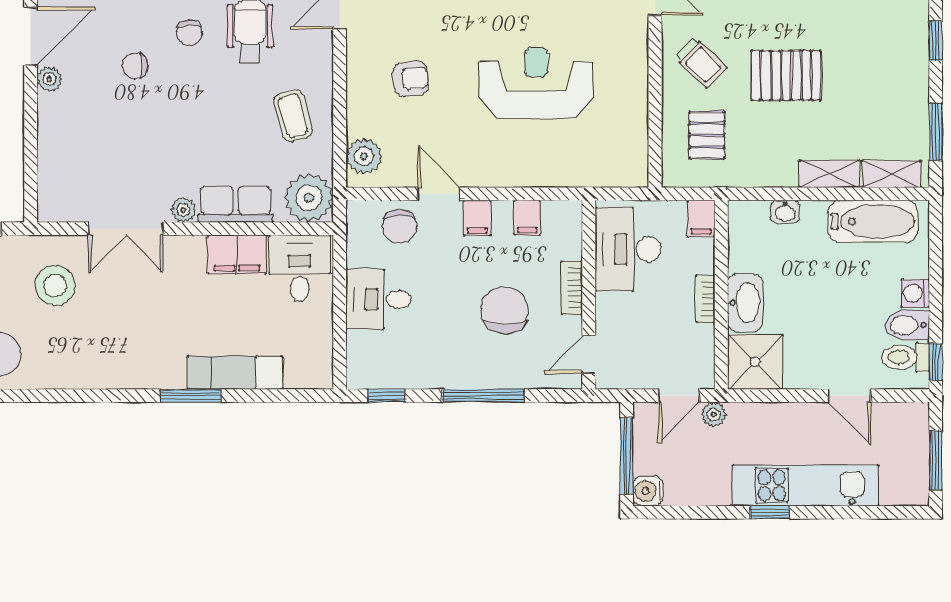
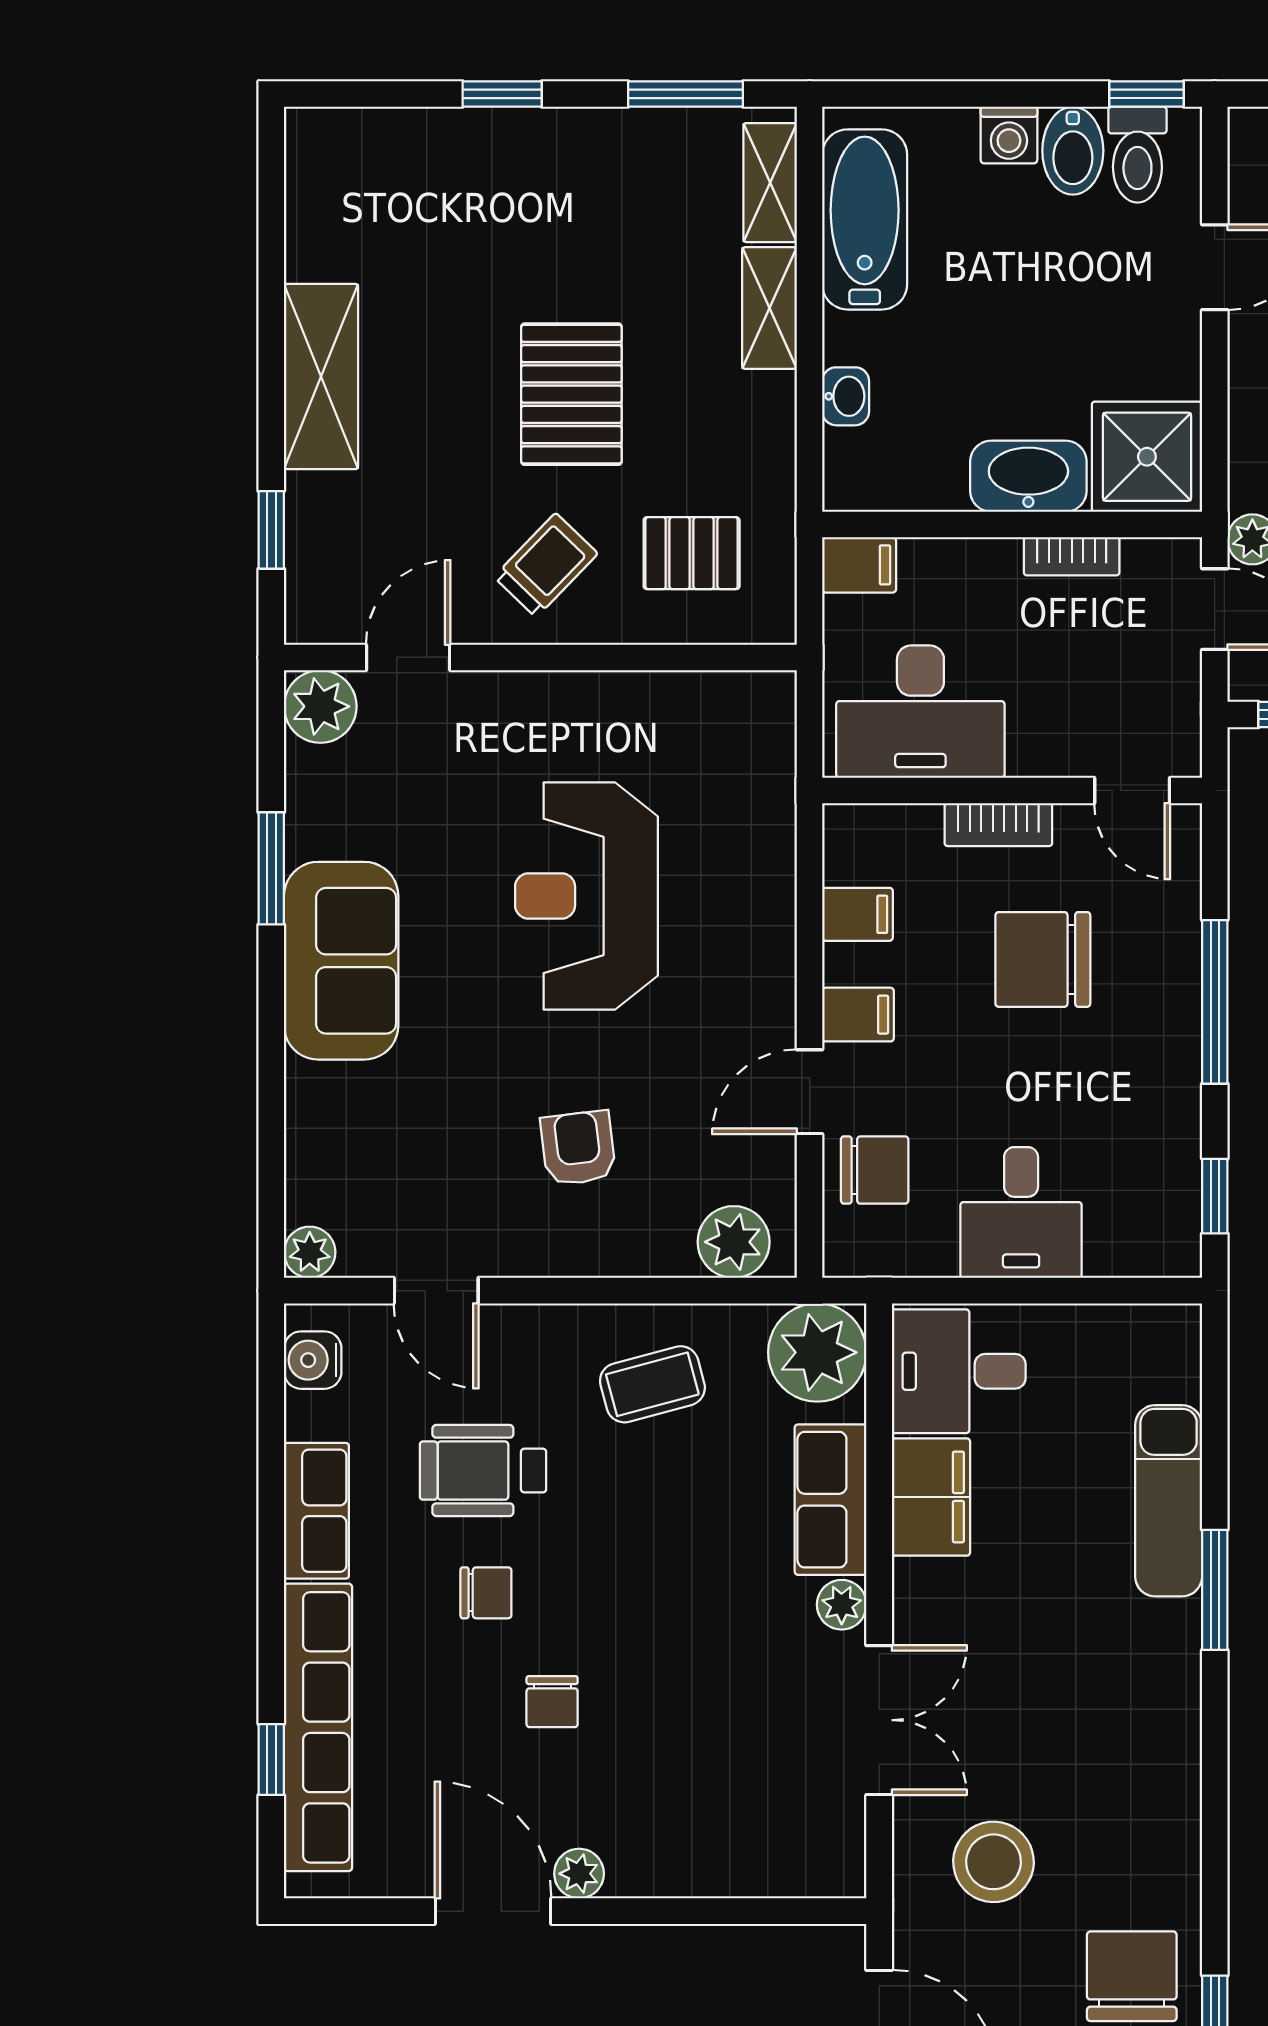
bookcase: (705, 299) -> (1072, 556), moved

